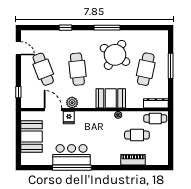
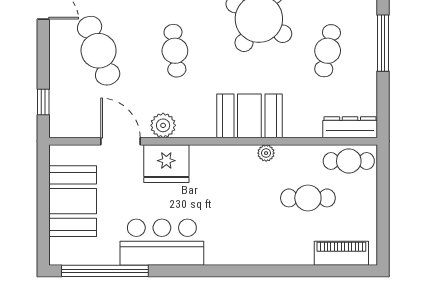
cafe table: (77, 69) -> (175, 51), width x0.73, depth x0.74
cafe table: (146, 69) -> (328, 51), width x0.73, depth x0.74
fridge: (69, 118) -> (166, 164), width x1.88, depth x1.34
piano: (133, 160) -> (341, 253), moved
window: (72, 168) -> (105, 271), moved

